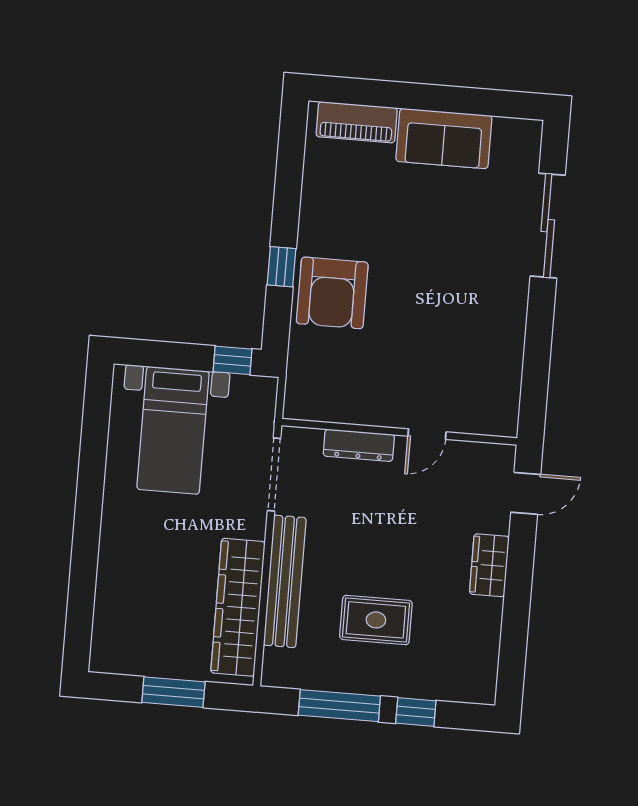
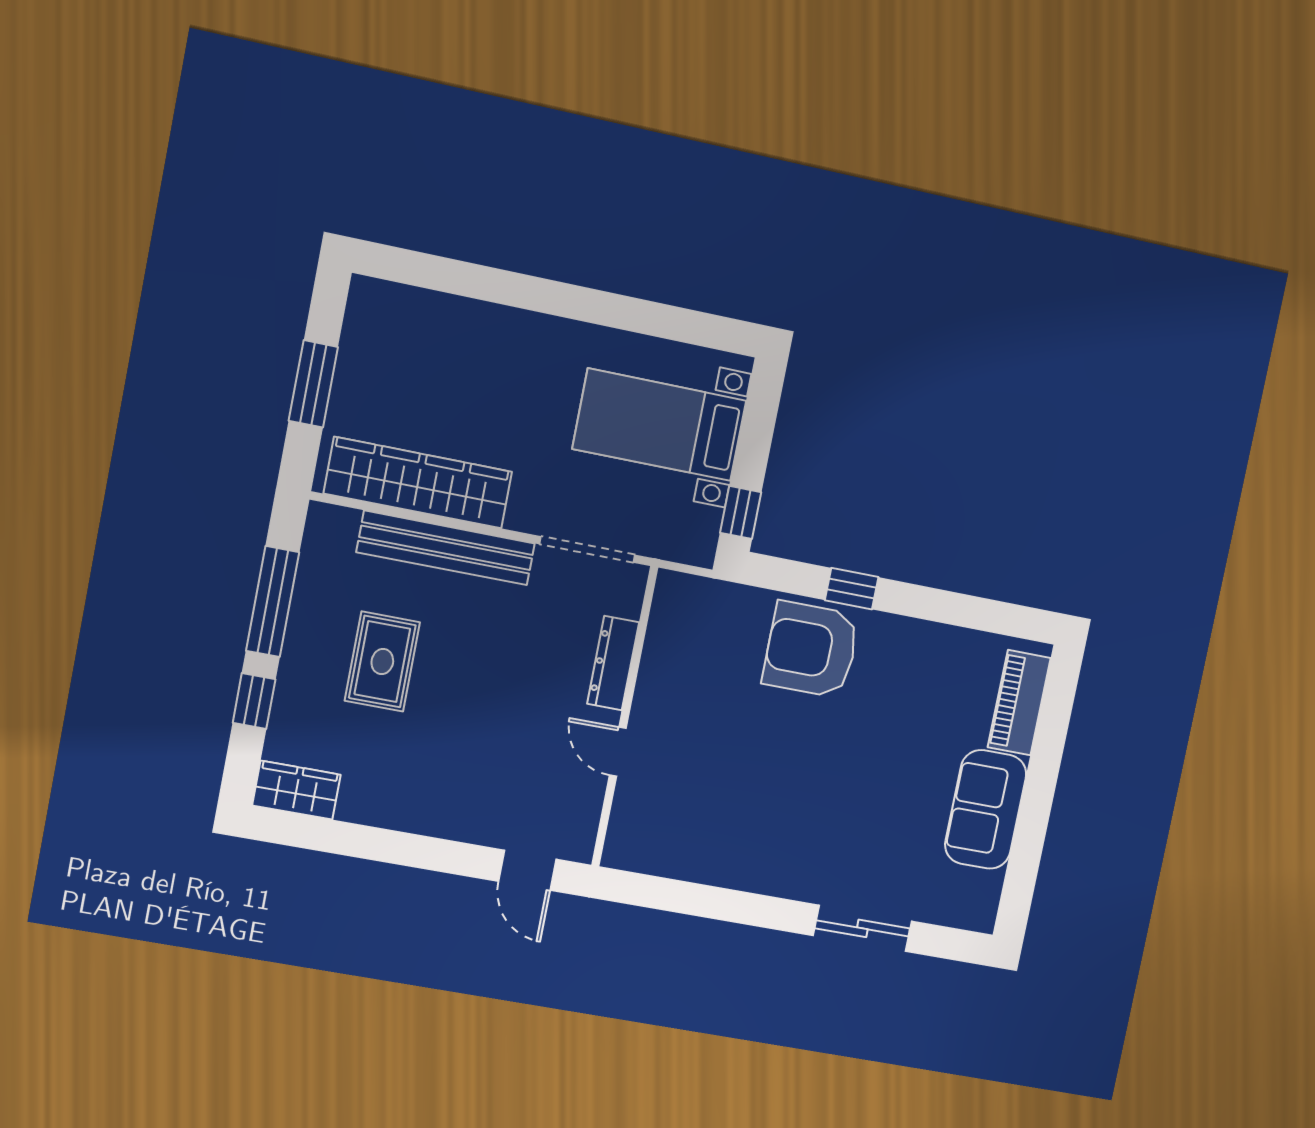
sliding door: (548, 226) -> (862, 928), width x0.73
wardrobe: (489, 565) -> (296, 790), moved

